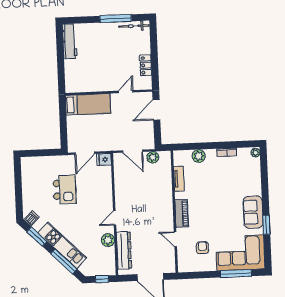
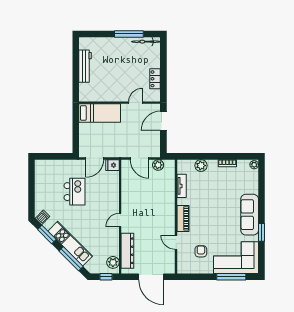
workbench: (70, 41) -> (85, 66), moved
sofa: (253, 212) -> (250, 215), width x1.36
plant: (108, 240) -> (113, 262), moved

